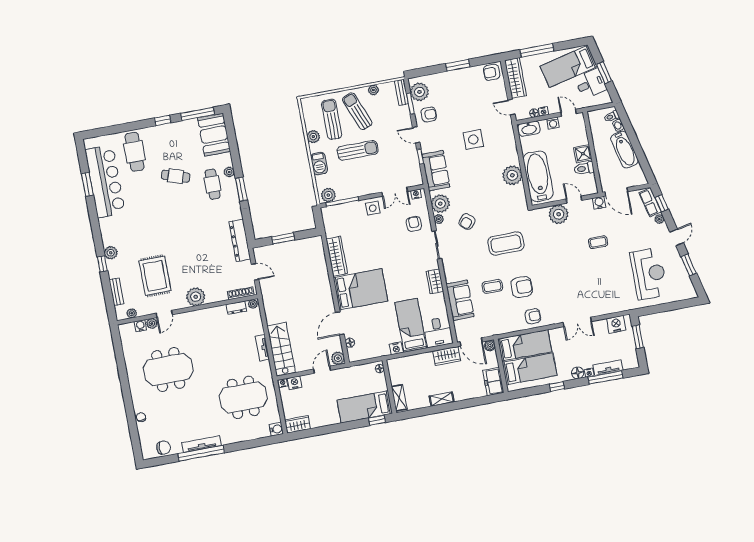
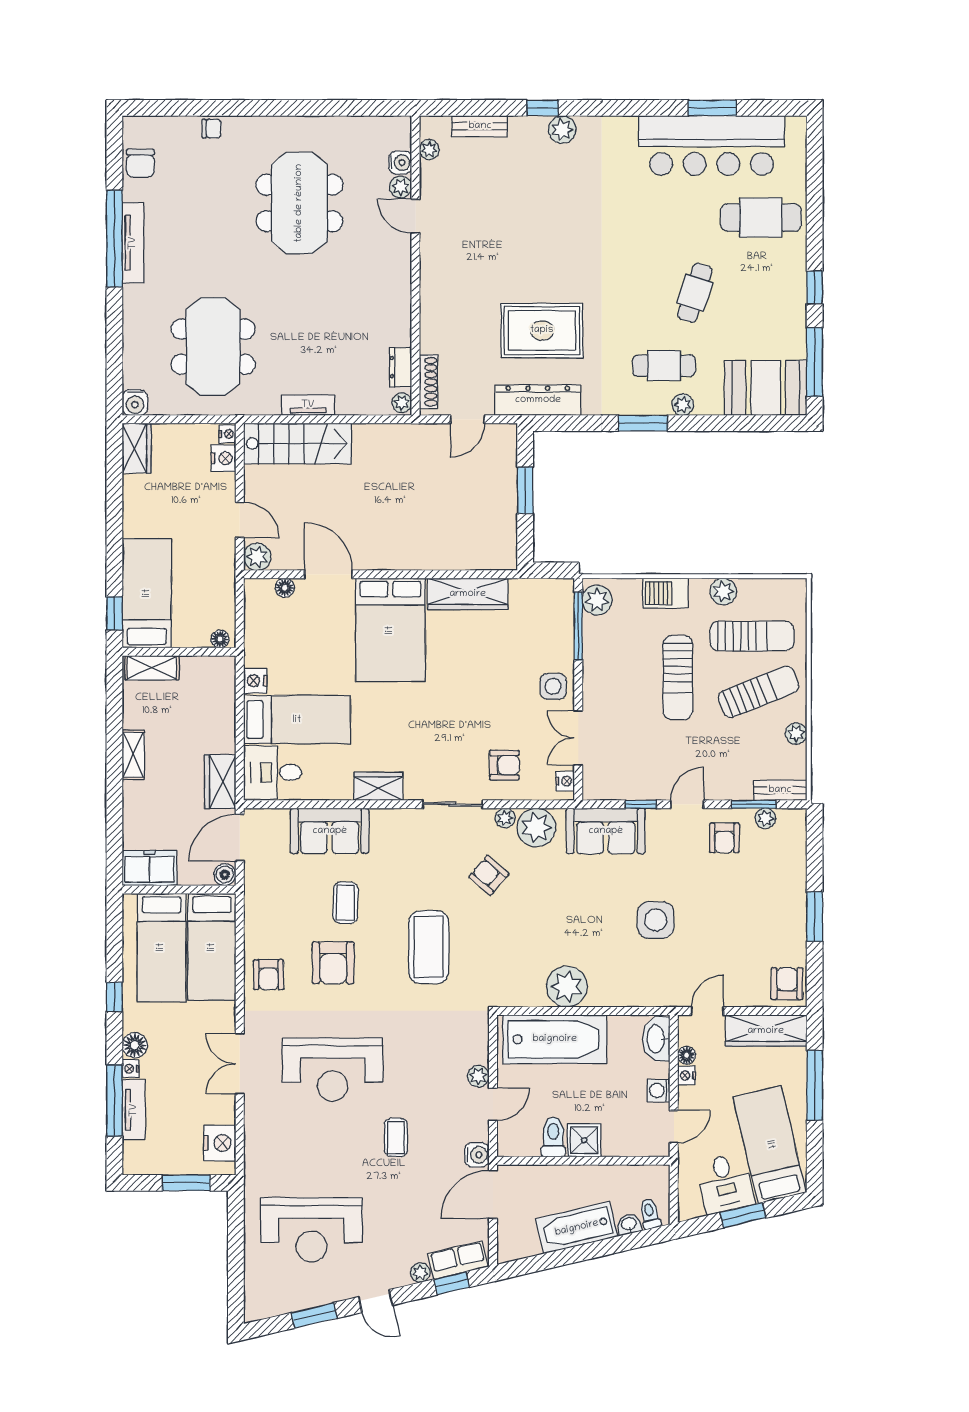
plant: (419, 92) -> (765, 818), width x0.53, depth x0.53
plant: (559, 214) -> (478, 1076), width x0.53, depth x0.53
rug: (155, 276) -> (542, 330), moved
reception desk: (572, 278) -> (333, 1070), added
plant: (196, 297) -> (439, 287), removed

